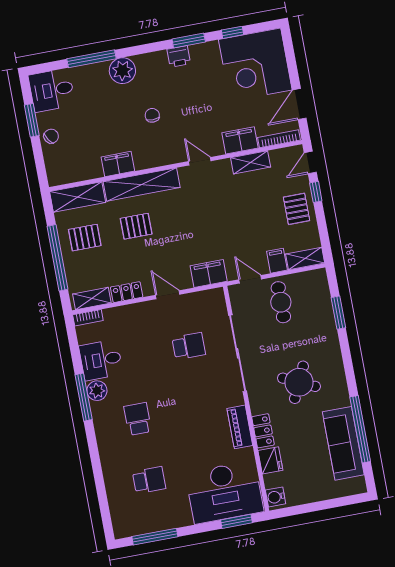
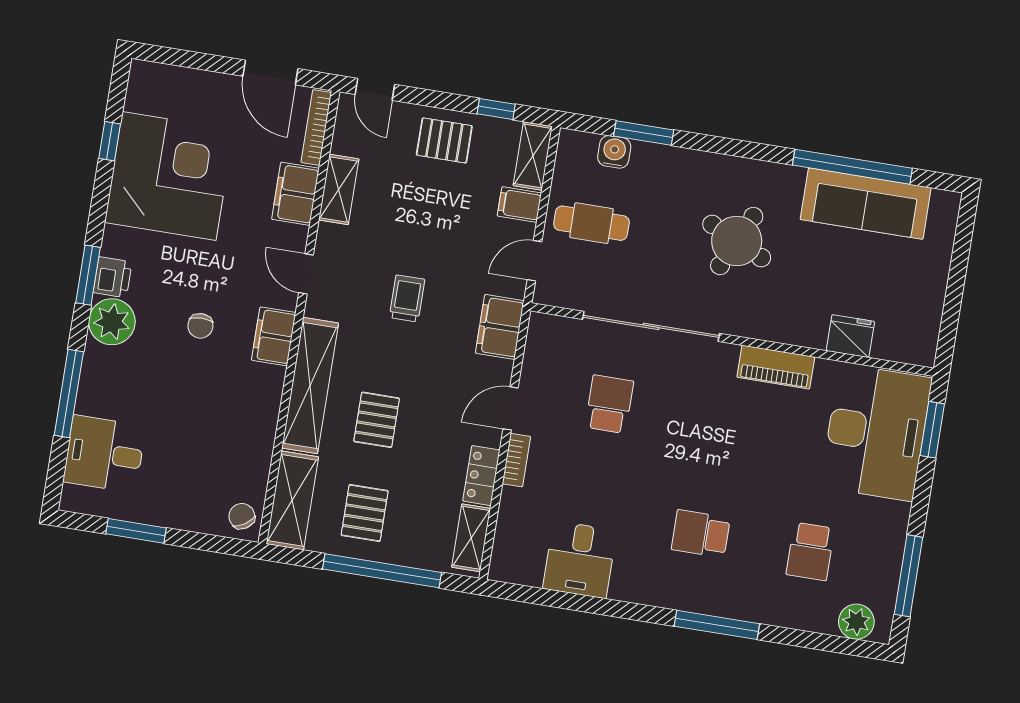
window: (189, 41) -> (88, 275), moved
printer: (179, 56) -> (113, 277), moved
corner desk: (255, 65) -> (169, 176), moved, turned -90
plant: (122, 71) -> (112, 322), moved
desk: (52, 90) -> (104, 454), moved, turned 90
chair: (152, 115) -> (200, 326), turned -90
chair: (51, 136) -> (242, 516), moved
door: (200, 161) -> (306, 274), hinge flipped
filing cabinet: (118, 164) -> (274, 336), moved
window: (316, 192) -> (496, 109), moved
trolley: (206, 219) -> (407, 298), added
bookcase: (88, 318) -> (516, 460), moved
plant: (97, 391) -> (856, 622), moved
window: (84, 397) -> (717, 625), moved
locker: (263, 431) -> (796, 331), removed
school desk: (149, 480) -> (810, 551), turned 180
water cooler: (276, 497) -> (614, 152), moved, turned 180

